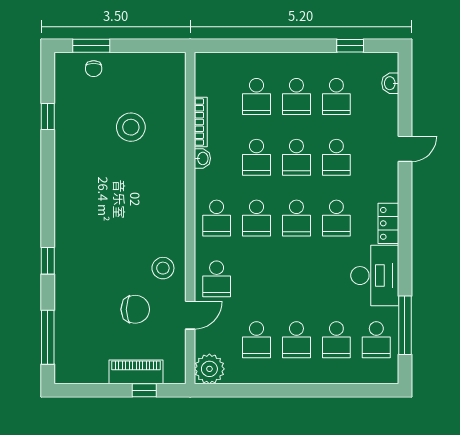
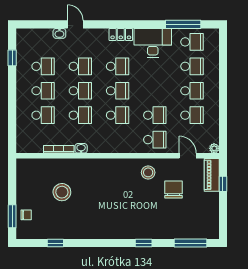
washbasin: (390, 83) -> (59, 33), moved
school desk: (217, 218) -> (155, 115), moved
door: (190, 315) -> (188, 156), moved
plant: (209, 369) -> (214, 148), width x0.53, depth x0.53
piano: (136, 372) -> (212, 175), moved

